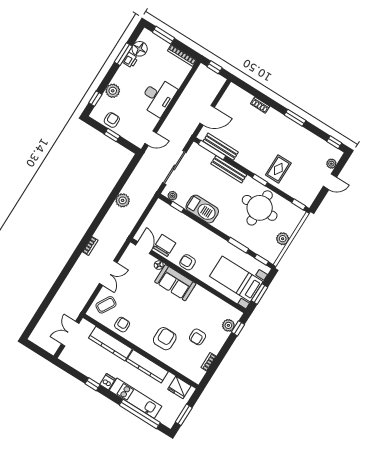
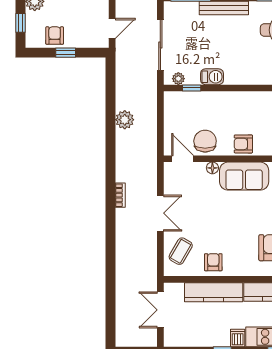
barbecue: (202, 209) -> (212, 77), width x0.53, depth x0.65

